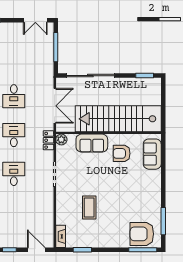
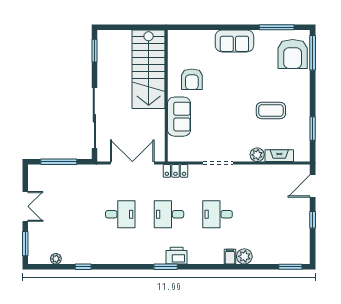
double door: (35, 20) -> (25, 206), moved
stairs: (118, 119) -> (149, 69), width x0.73
plant: (61, 140) -> (257, 155), moved
sofa: (152, 154) -> (234, 41), moved
coffee table: (89, 207) -> (271, 110), moved
fireplace: (61, 236) -> (279, 156), moved

